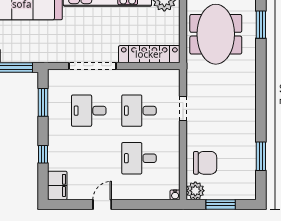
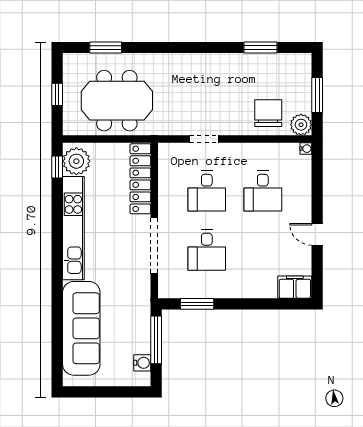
window: (43, 154) -> (258, 304), removed

